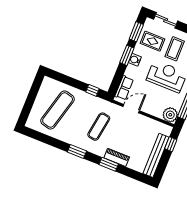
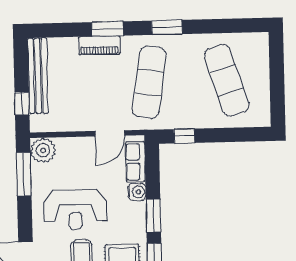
water cooler: (135, 60) -> (137, 192), moved
exercise mat: (58, 110) -> (227, 80), turned -33
exercise mat: (99, 127) -> (149, 82), width x1.36, depth x1.45

